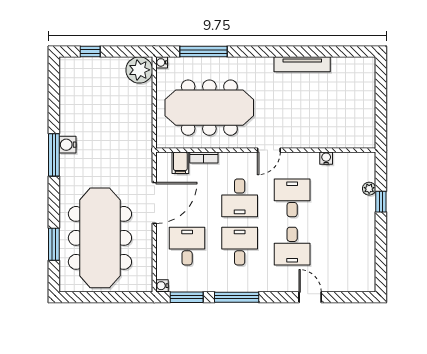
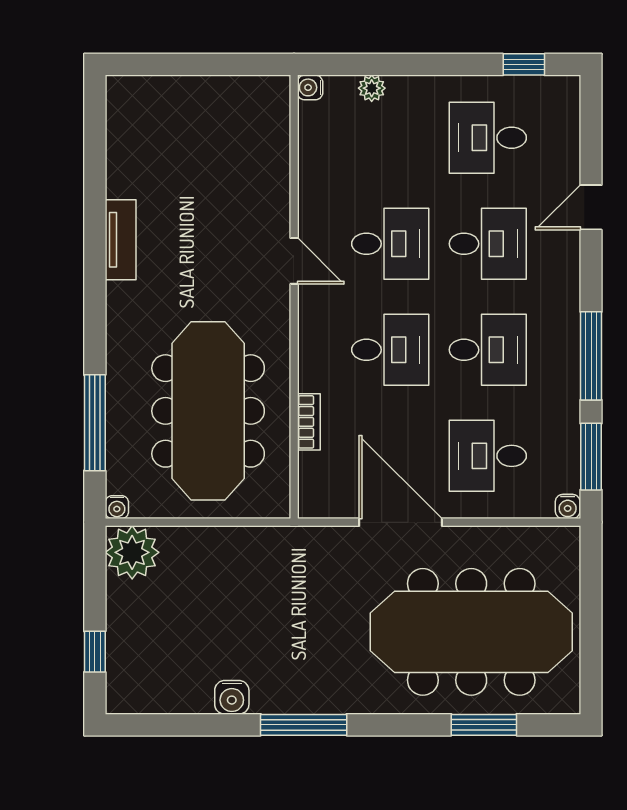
tv unit: (302, 64) -> (121, 240), width x0.71
water cooler: (68, 145) -> (232, 697), moved
door: (269, 150) -> (294, 261), moved
water cooler: (326, 158) -> (310, 87), moved
filing cabinet: (180, 163) -> (319, 469), removed
desk: (292, 198) -> (390, 244), turned 180
window: (381, 202) -> (524, 64), moved
desk: (240, 246) -> (488, 350), turned 180
desk: (345, 246) -> (488, 138), added

